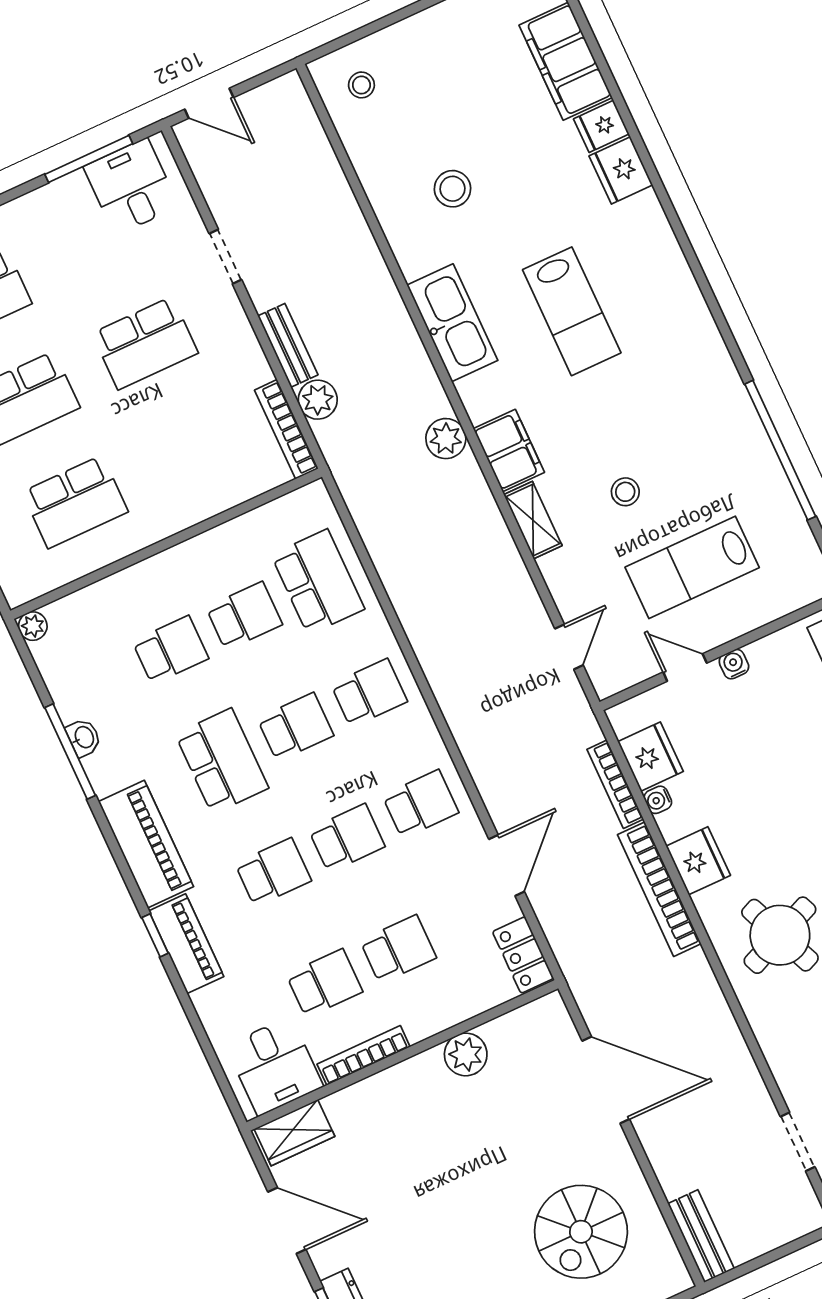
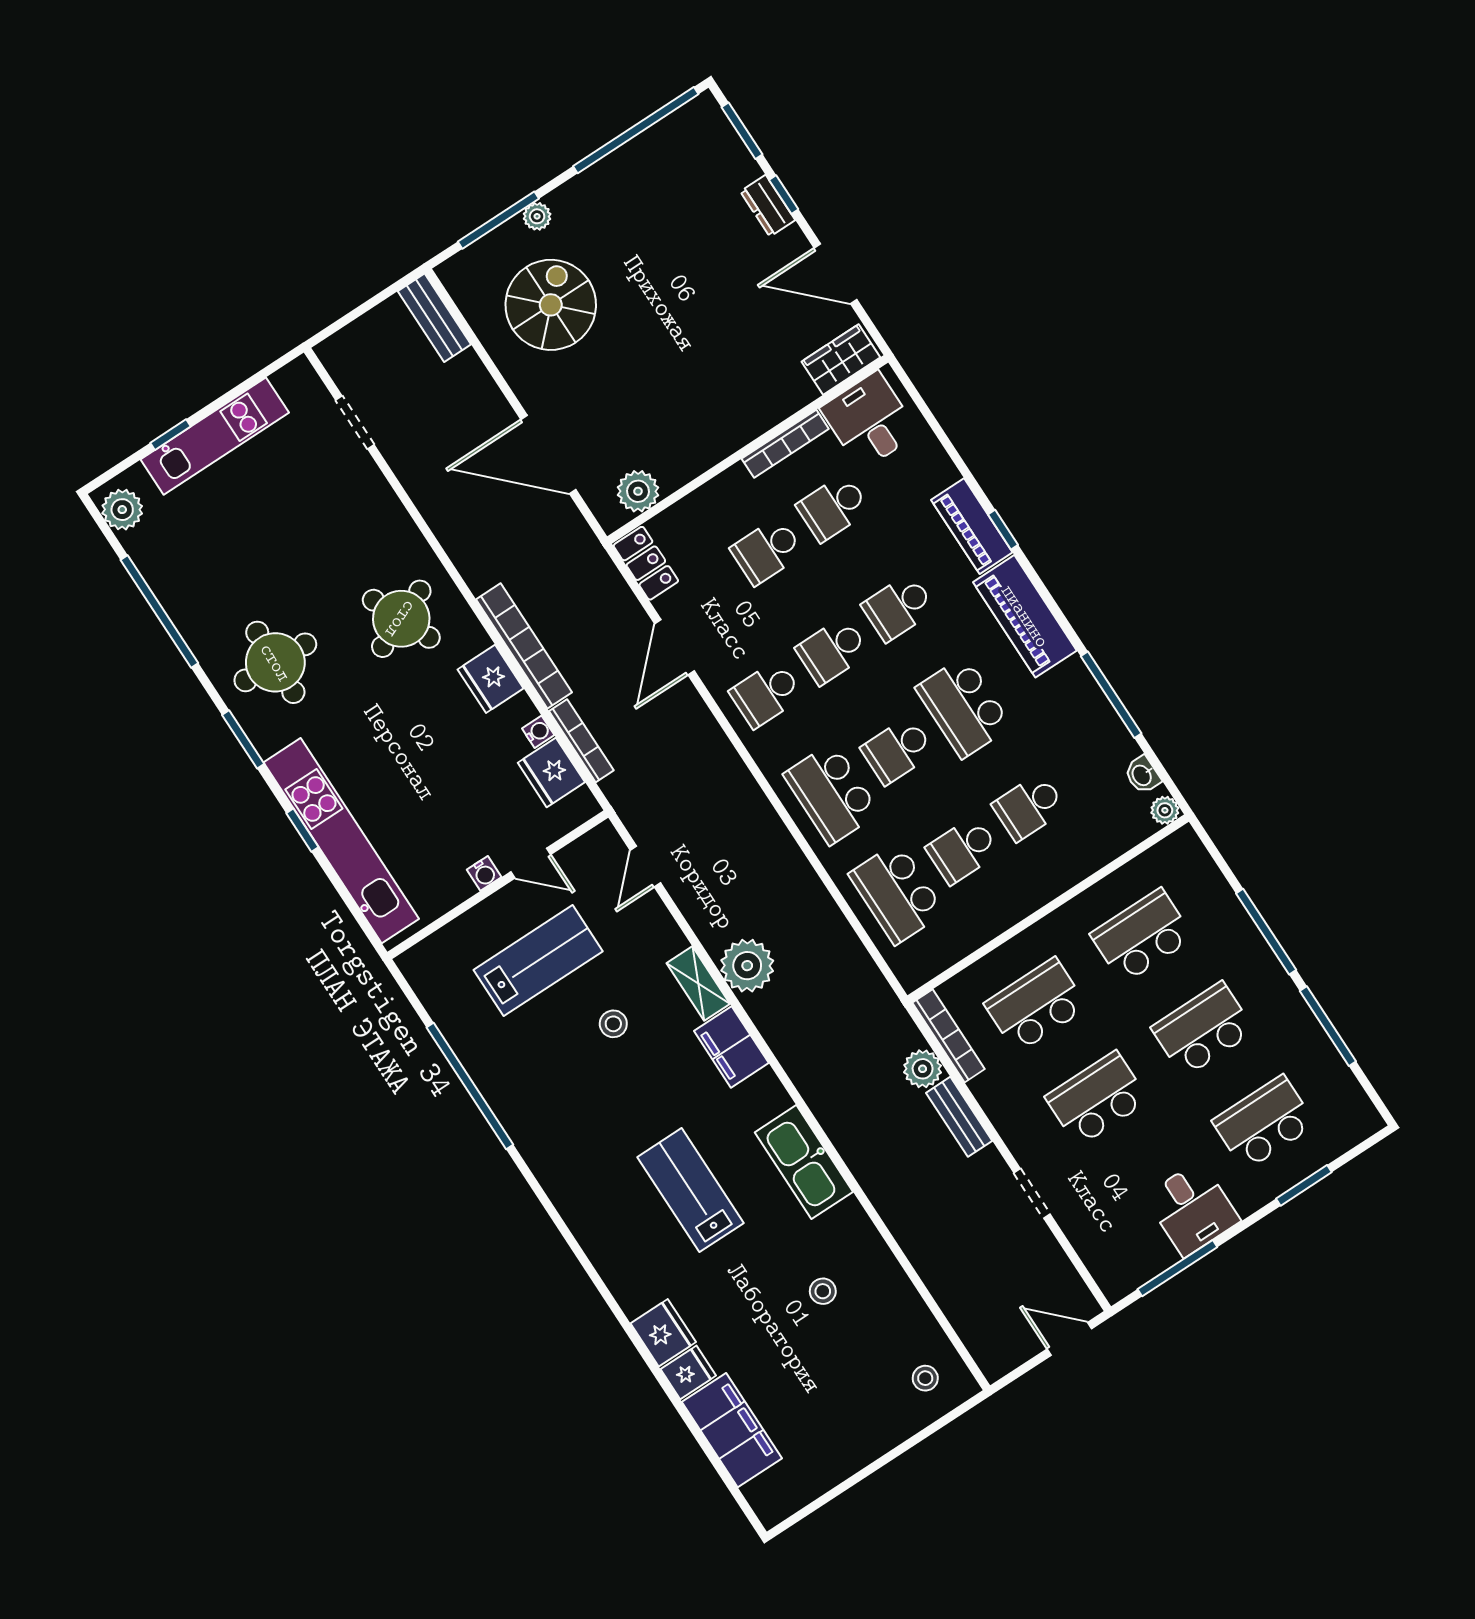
desk: (131, 187) -> (1192, 1209), moved
stool: (453, 189) -> (823, 1291), width x0.73, depth x0.73
plant: (446, 439) -> (747, 966), moved, width x1.36, depth x1.36
school desk: (193, 447) -> (1036, 1005), added
school desk: (369, 693) -> (831, 794), width x1.85
washbasin: (84, 737) -> (1142, 775), moved
plant: (466, 1054) -> (638, 491), moved

